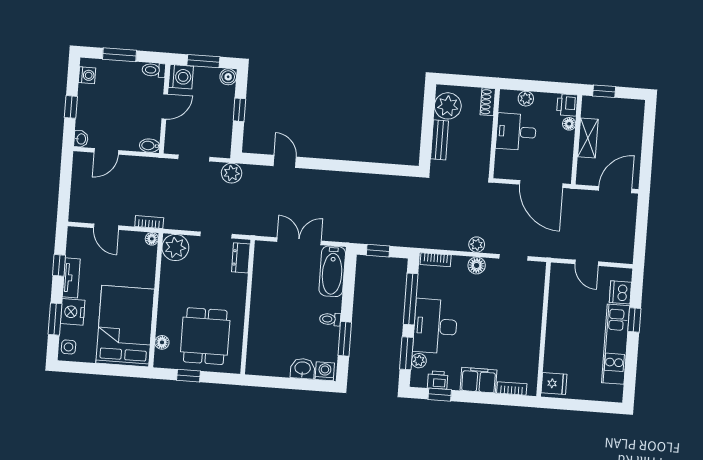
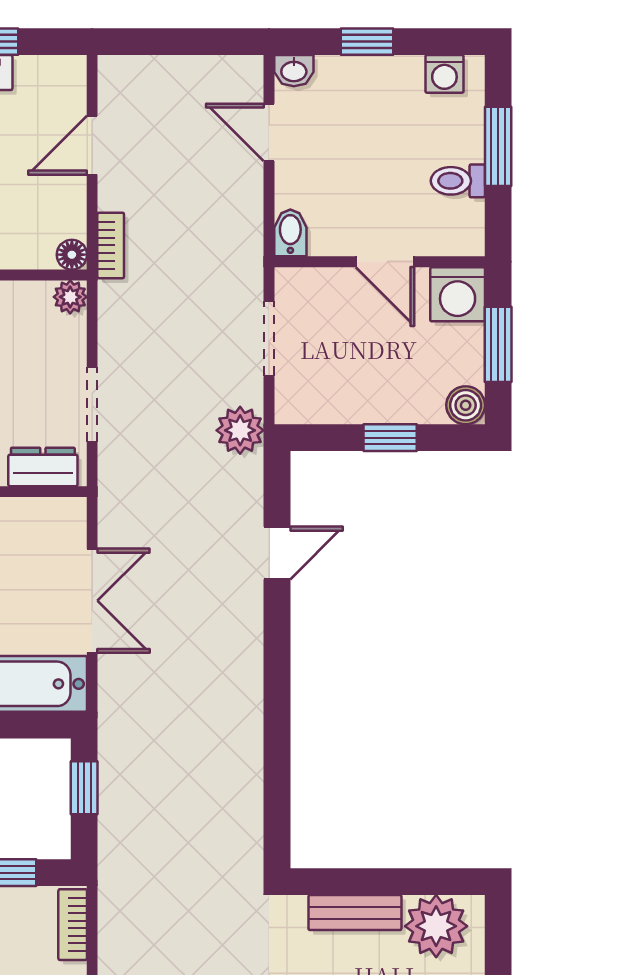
toilet: (154, 70) -> (458, 181), moved, turned -90
plant: (175, 248) -> (70, 297), width x0.53, depth x0.53

